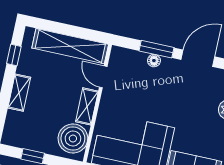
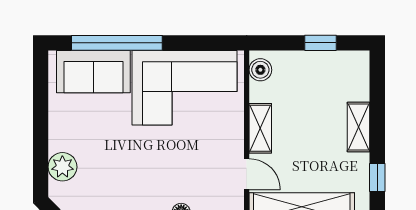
boiler: (73, 139) -> (260, 70), width x0.54, depth x0.54

